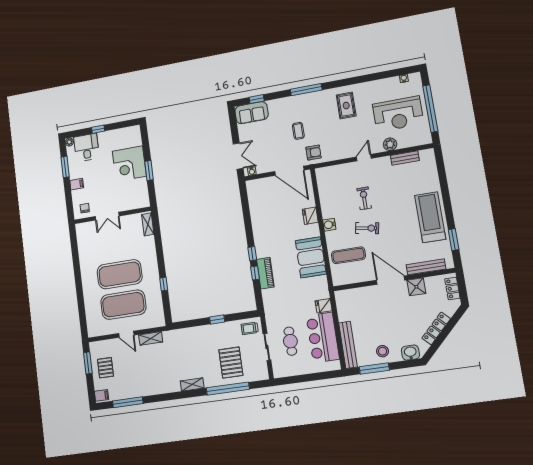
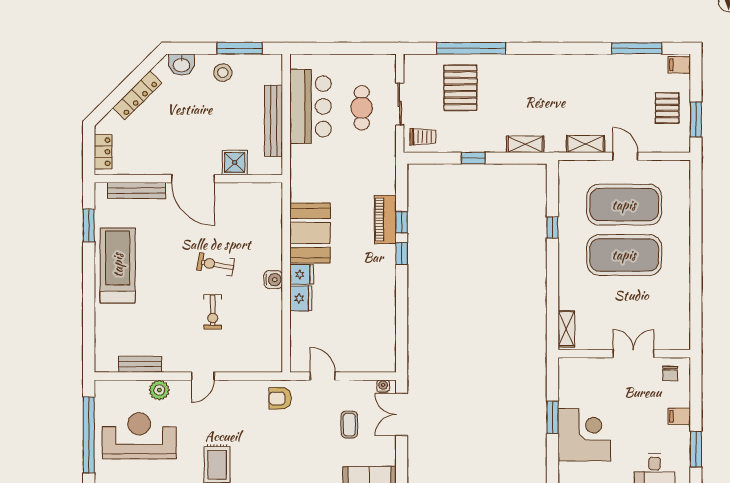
coffee table: (298, 131) -> (349, 425), moved
door: (289, 171) -> (323, 376), width x0.53
treadmill: (430, 217) -> (118, 265), turned 180
exercise mat: (348, 255) -> (251, 227), removed
shower: (416, 287) -> (235, 162), moved
fridge: (324, 306) -> (302, 274), moved
bench: (348, 345) -> (274, 121), moved
shelving: (192, 384) -> (525, 144), moved

